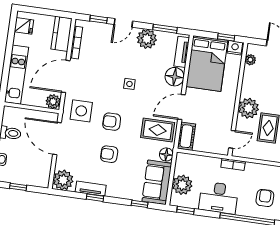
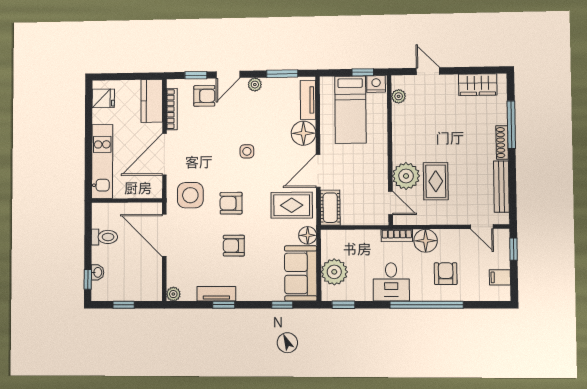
armchair: (103, 36) -> (204, 96), added
plant: (147, 39) -> (255, 85), width x0.53, depth x0.53
bed: (207, 63) -> (350, 110), width x0.67
plant: (53, 102) -> (153, 189), removed
plant: (248, 108) -> (406, 176), moved
door: (232, 139) -> (390, 203), hinge flipped
floor lamp: (254, 171) -> (426, 241), added
plant: (63, 180) -> (173, 294), width x0.53, depth x0.53
desk: (219, 198) -> (391, 282), width x0.73

